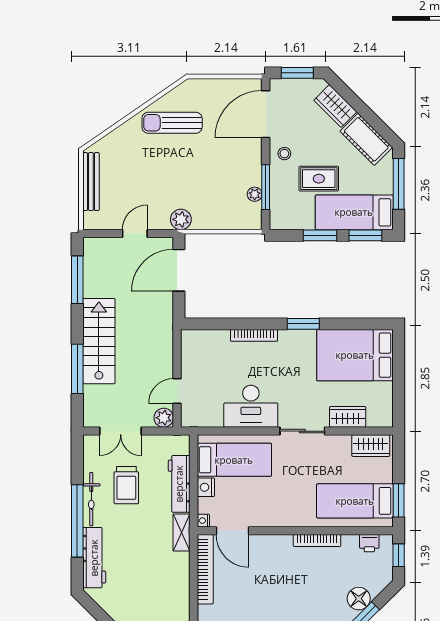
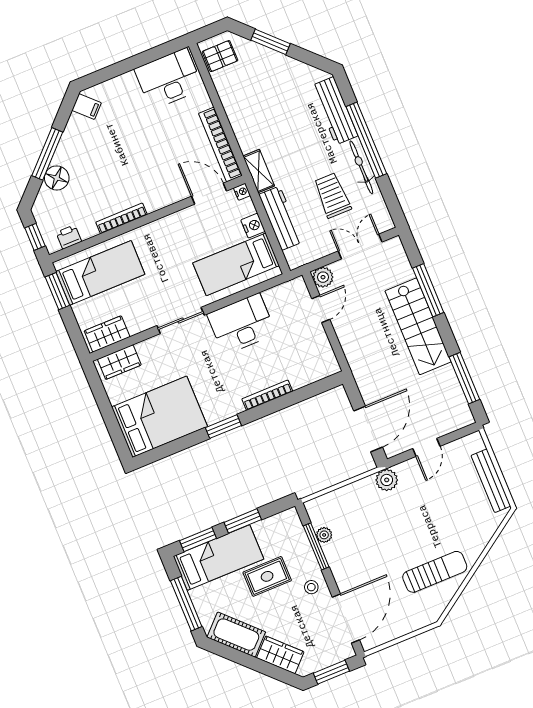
wardrobe: (348, 417) -> (119, 362), moved

